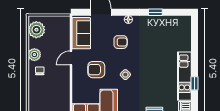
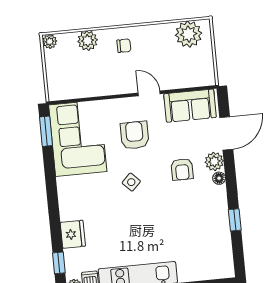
plant: (118, 21) -> (214, 161), added
plant: (34, 55) -> (88, 41), moved

